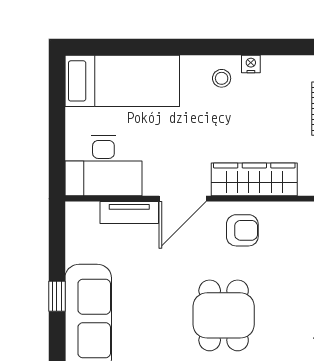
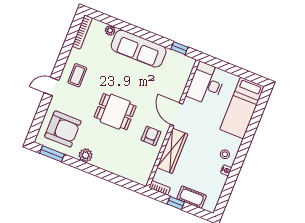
tv unit: (129, 213) -> (180, 87), removed
armchair: (242, 230) -> (151, 136), turned 180
window: (57, 296) -> (179, 48), moved

